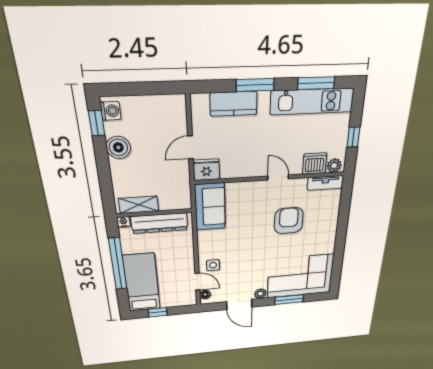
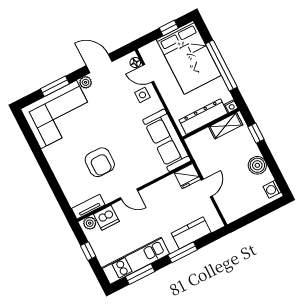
window: (97, 123) -> (256, 133), moved
sofa: (210, 207) -> (167, 140), width x1.36
bed: (142, 283) -> (189, 57), width x1.50

